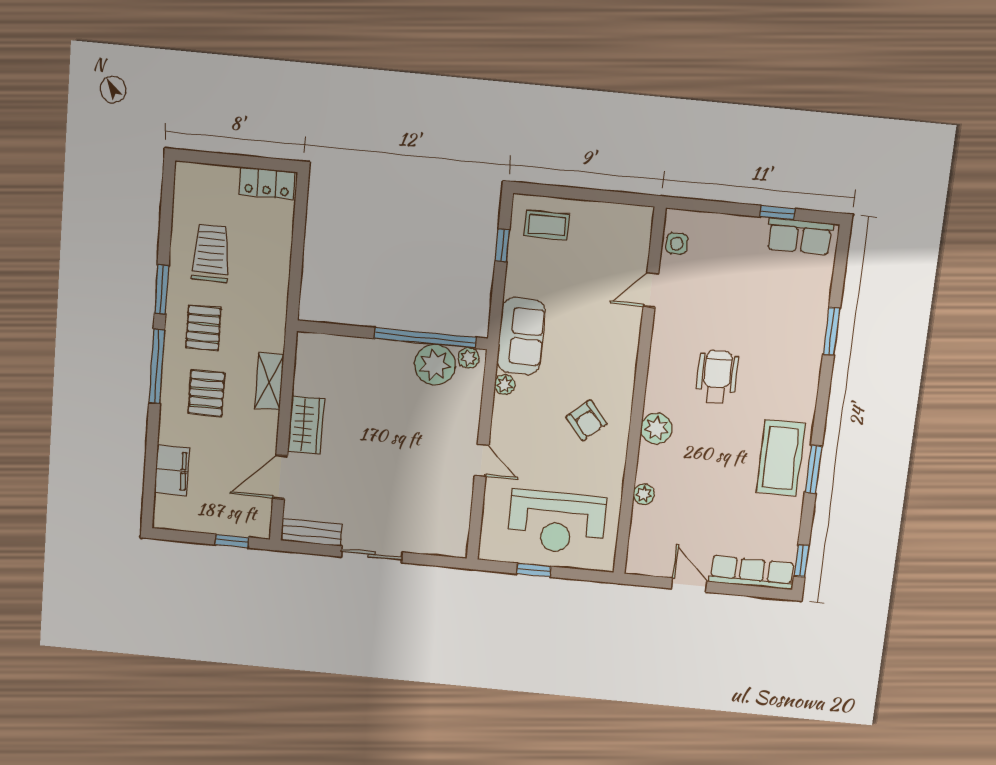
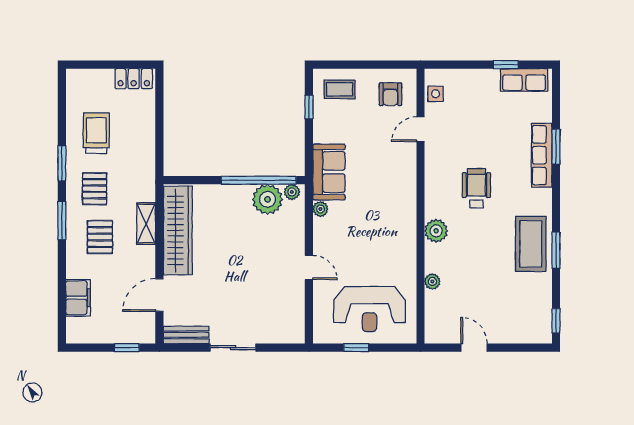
window: (157, 367) -> (62, 221), width x0.69
armchair: (587, 420) -> (390, 94), moved, turned 41
wardrobe: (306, 425) -> (178, 230), width x2.10, depth x1.17
row of seats: (752, 572) -> (542, 155), moved, turned -90

